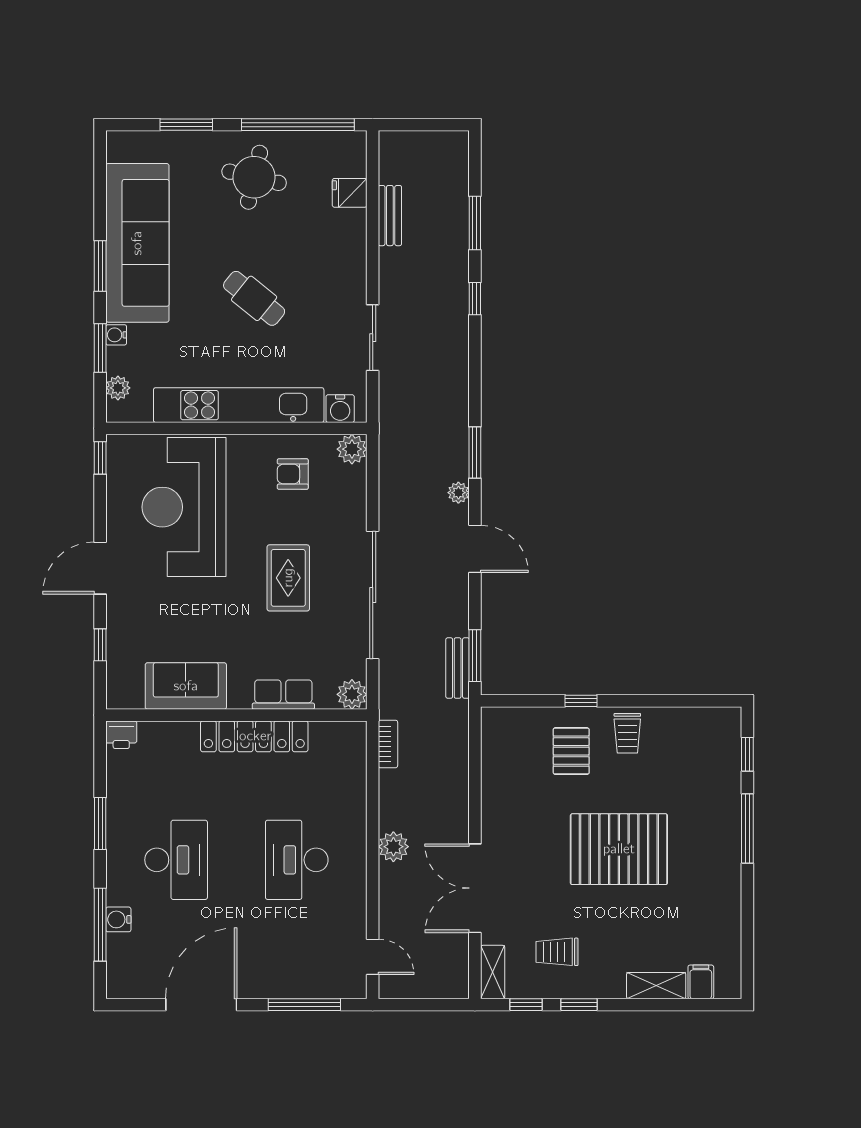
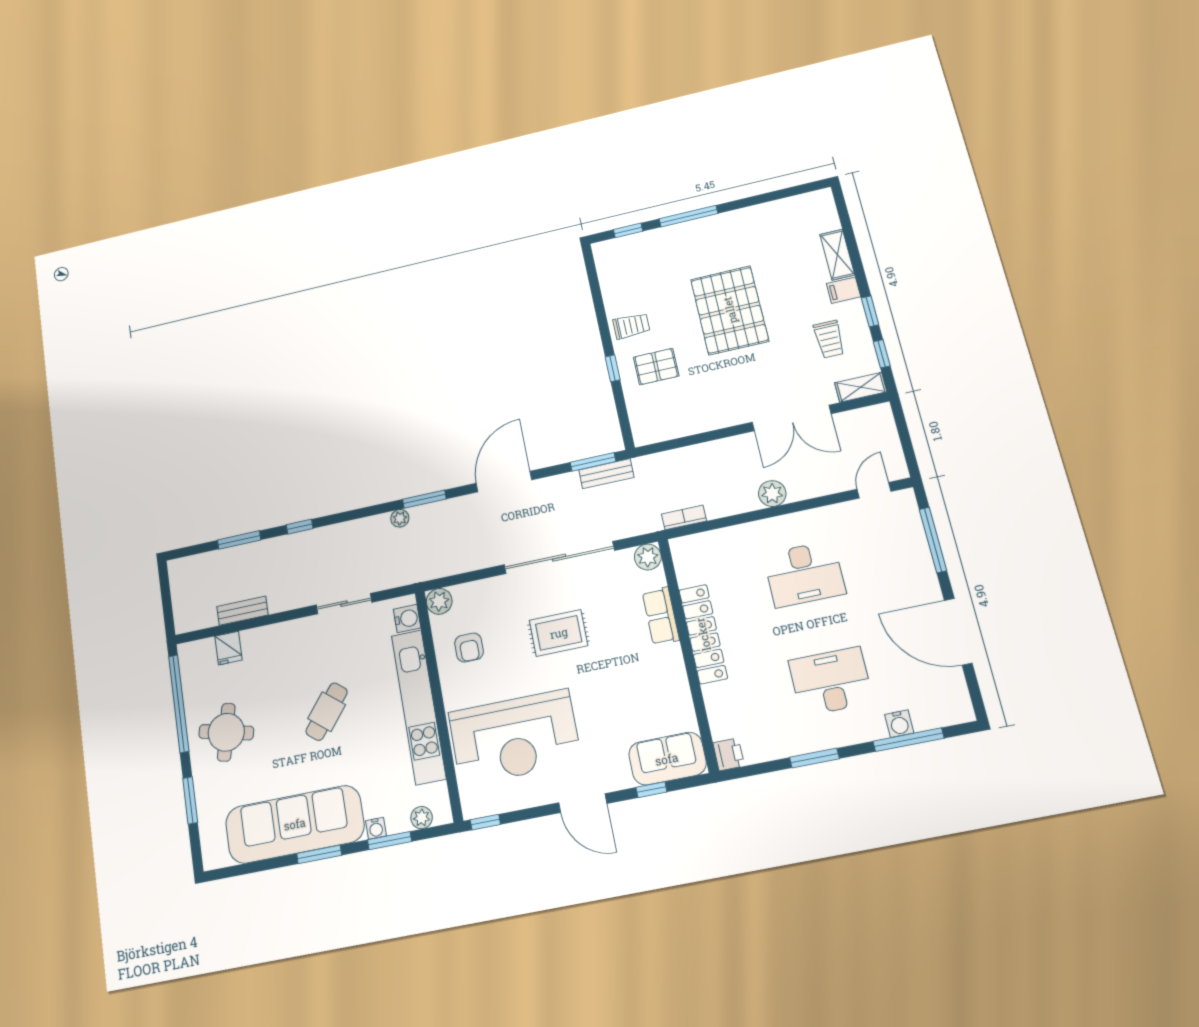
plant: (458, 493) -> (400, 518), moved
door: (475, 549) -> (504, 481), width x1.36
sofa: (186, 686) -> (667, 759), moved, turned 90
filing cabinet: (701, 982) -> (844, 290), moved

